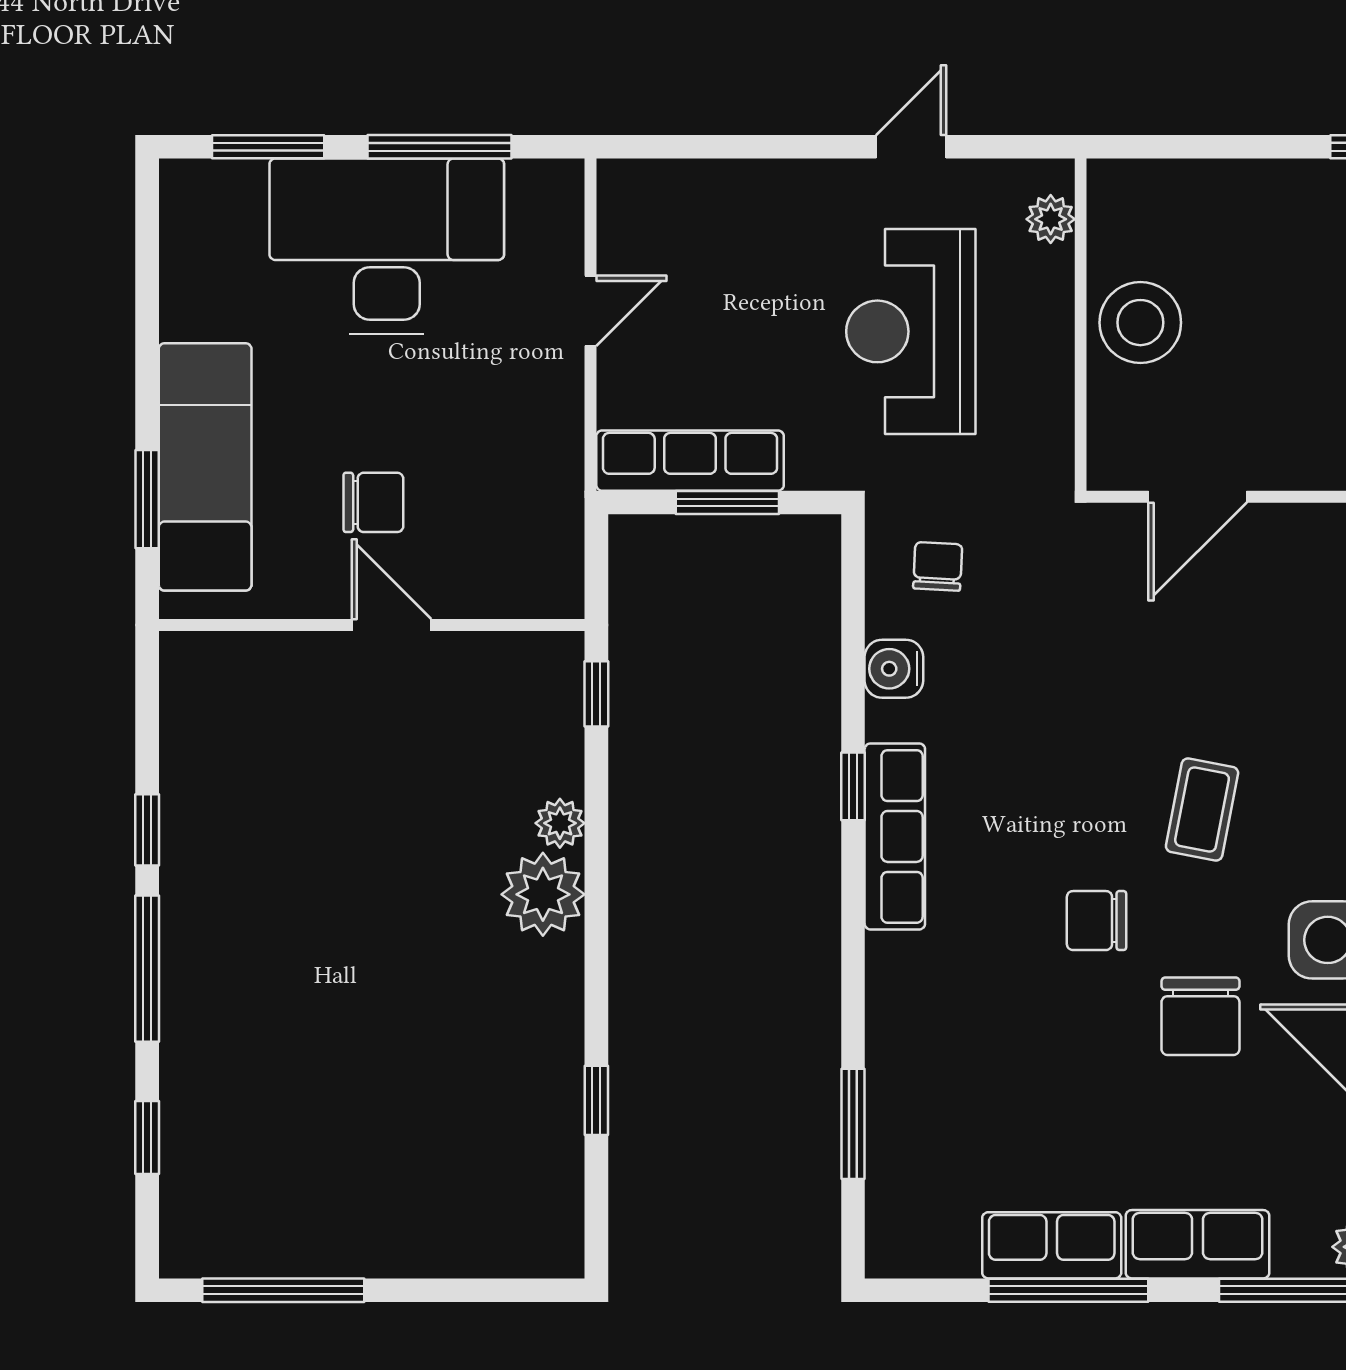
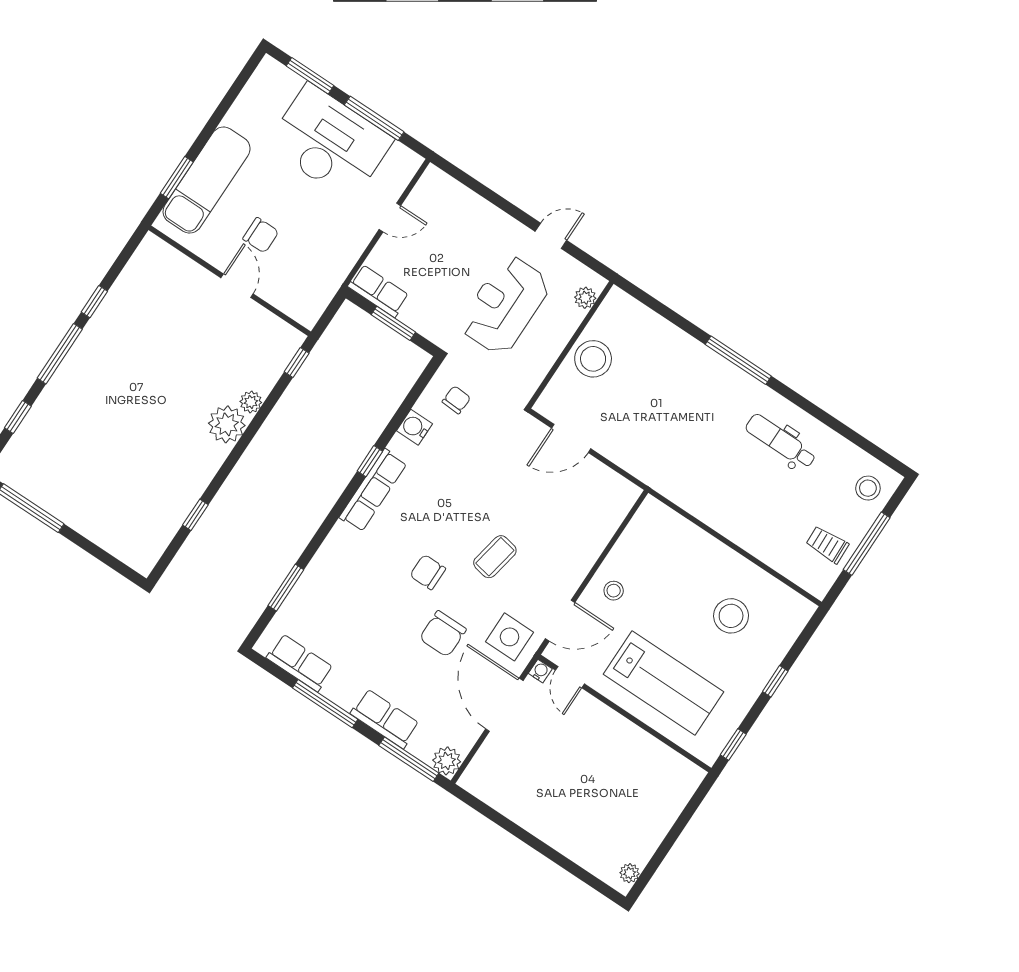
row of seats: (690, 461) -> (379, 291), width x0.68
row of seats: (1052, 1245) -> (300, 663), moved

